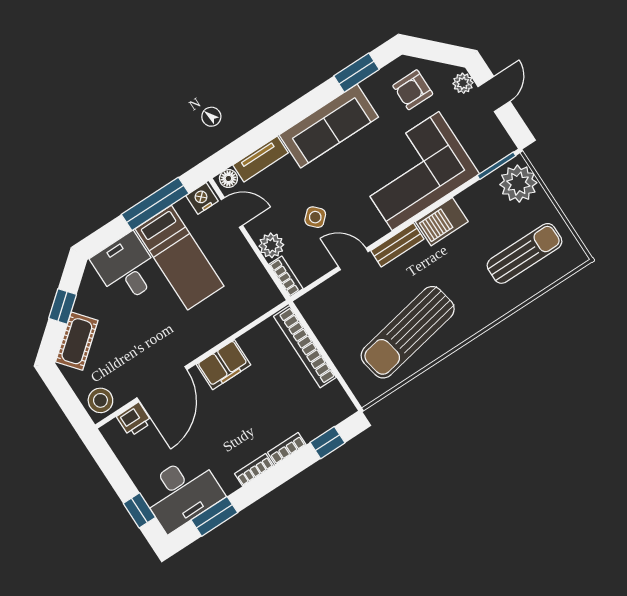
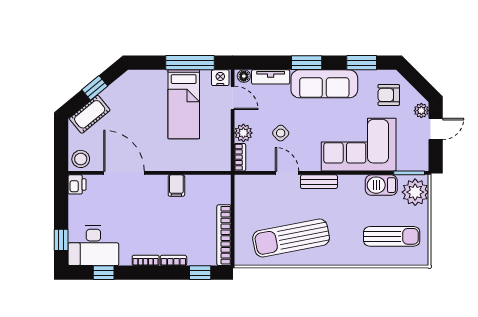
window: (292, 115) -> (307, 63), added
barbecue: (442, 222) -> (381, 185), moved
desk: (127, 268) -> (148, 90), removed
bookcase: (305, 347) -> (224, 235), moved
filing cabinet: (224, 365) -> (176, 186), width x0.50
door: (162, 384) -> (124, 173), swing flipped
printer: (134, 419) -> (77, 184), moved, turned -90
window: (214, 516) -> (104, 273), width x0.67

